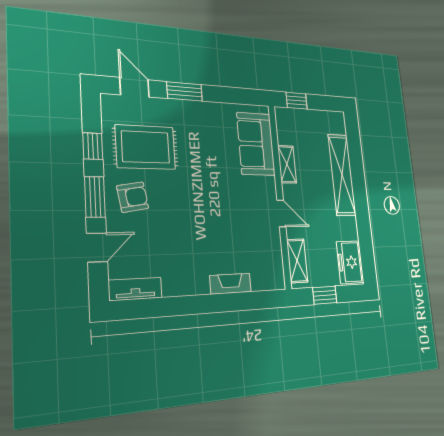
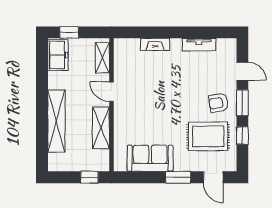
sofa: (256, 144) -> (150, 158), moved, turned -90
shelving: (287, 164) -> (101, 128), width x1.50, depth x1.33
door: (97, 247) -> (242, 71), swing flipped
tv unit: (135, 289) -> (199, 45), moved
window: (325, 295) -> (69, 32), moved

